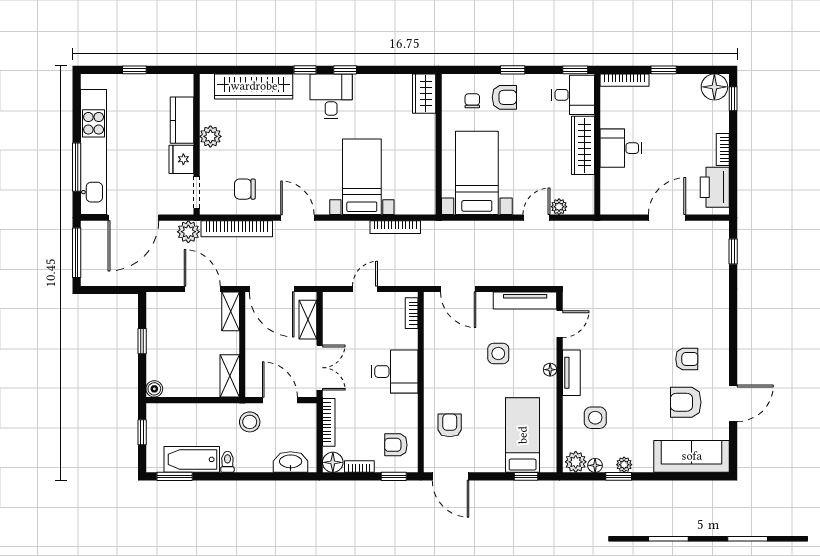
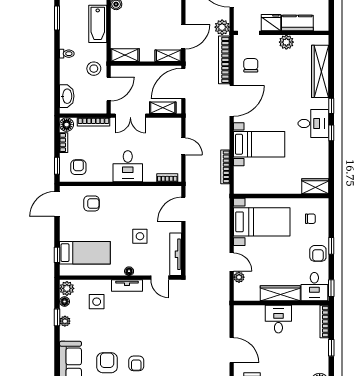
armchair: (504, 97) -> (318, 253), moved
door: (297, 218) -> (232, 101), width x1.36
bathtub: (192, 459) -> (98, 24), moved, turned 180

